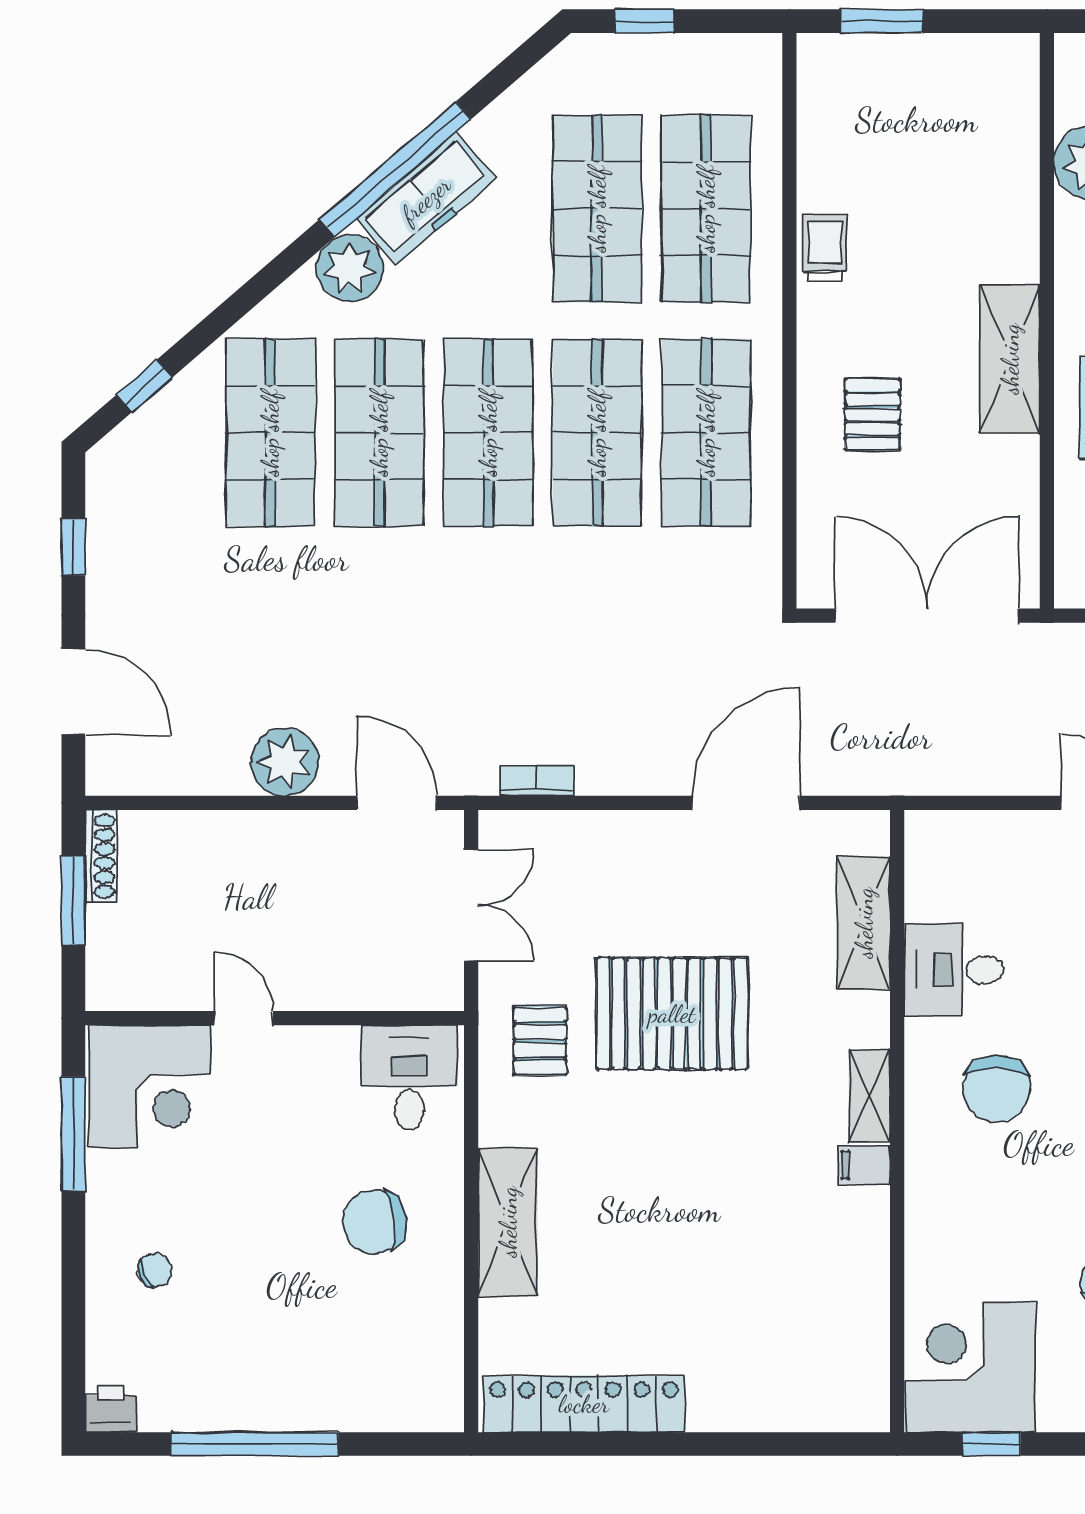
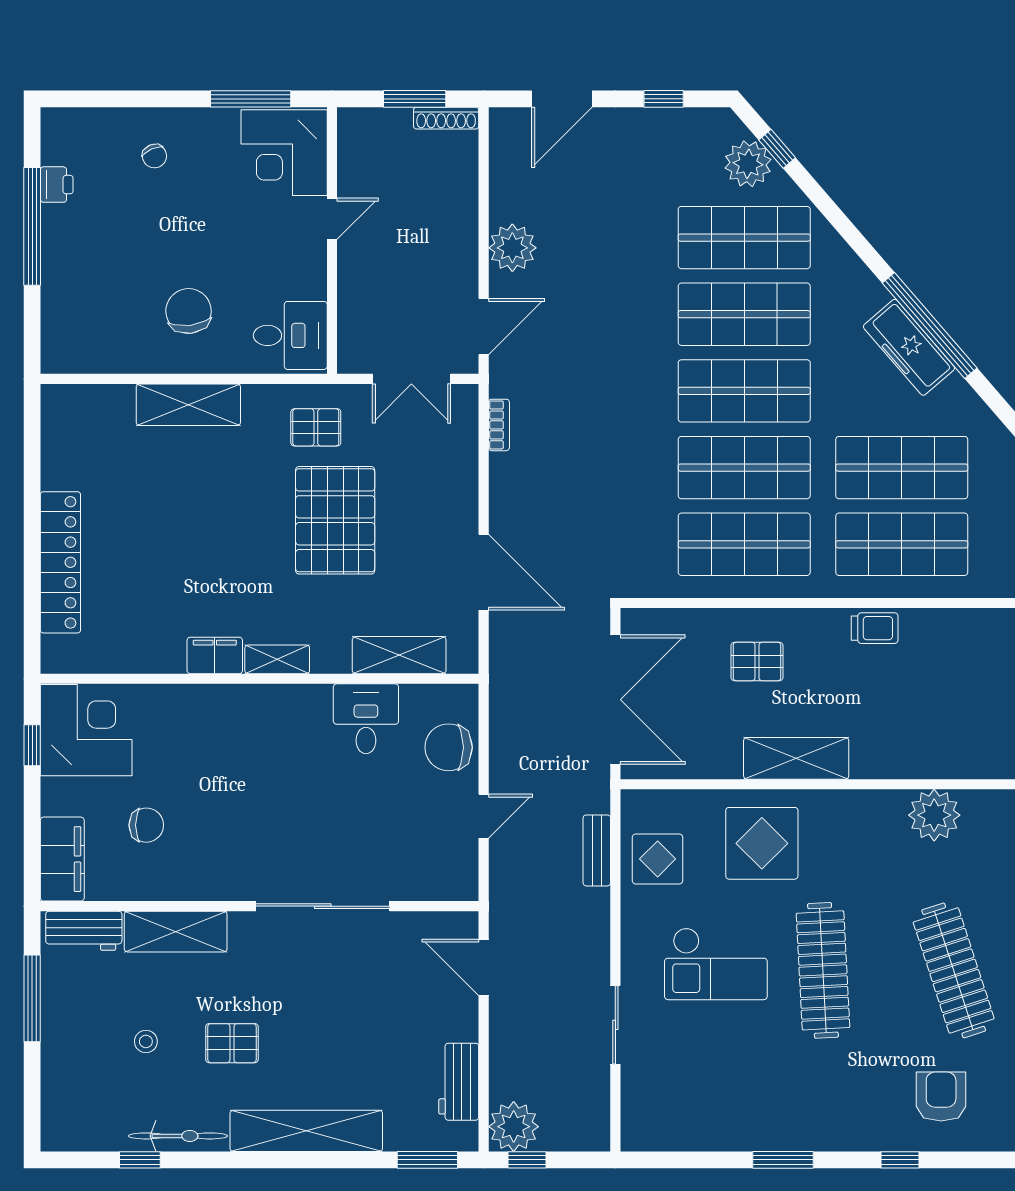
plant: (350, 268) -> (748, 164), moved
chair: (997, 1089) -> (449, 747), moved
filing cabinet: (864, 1165) -> (215, 655), width x2.00
locker: (584, 1404) -> (60, 562), moved
printer: (111, 1409) -> (57, 185), moved

